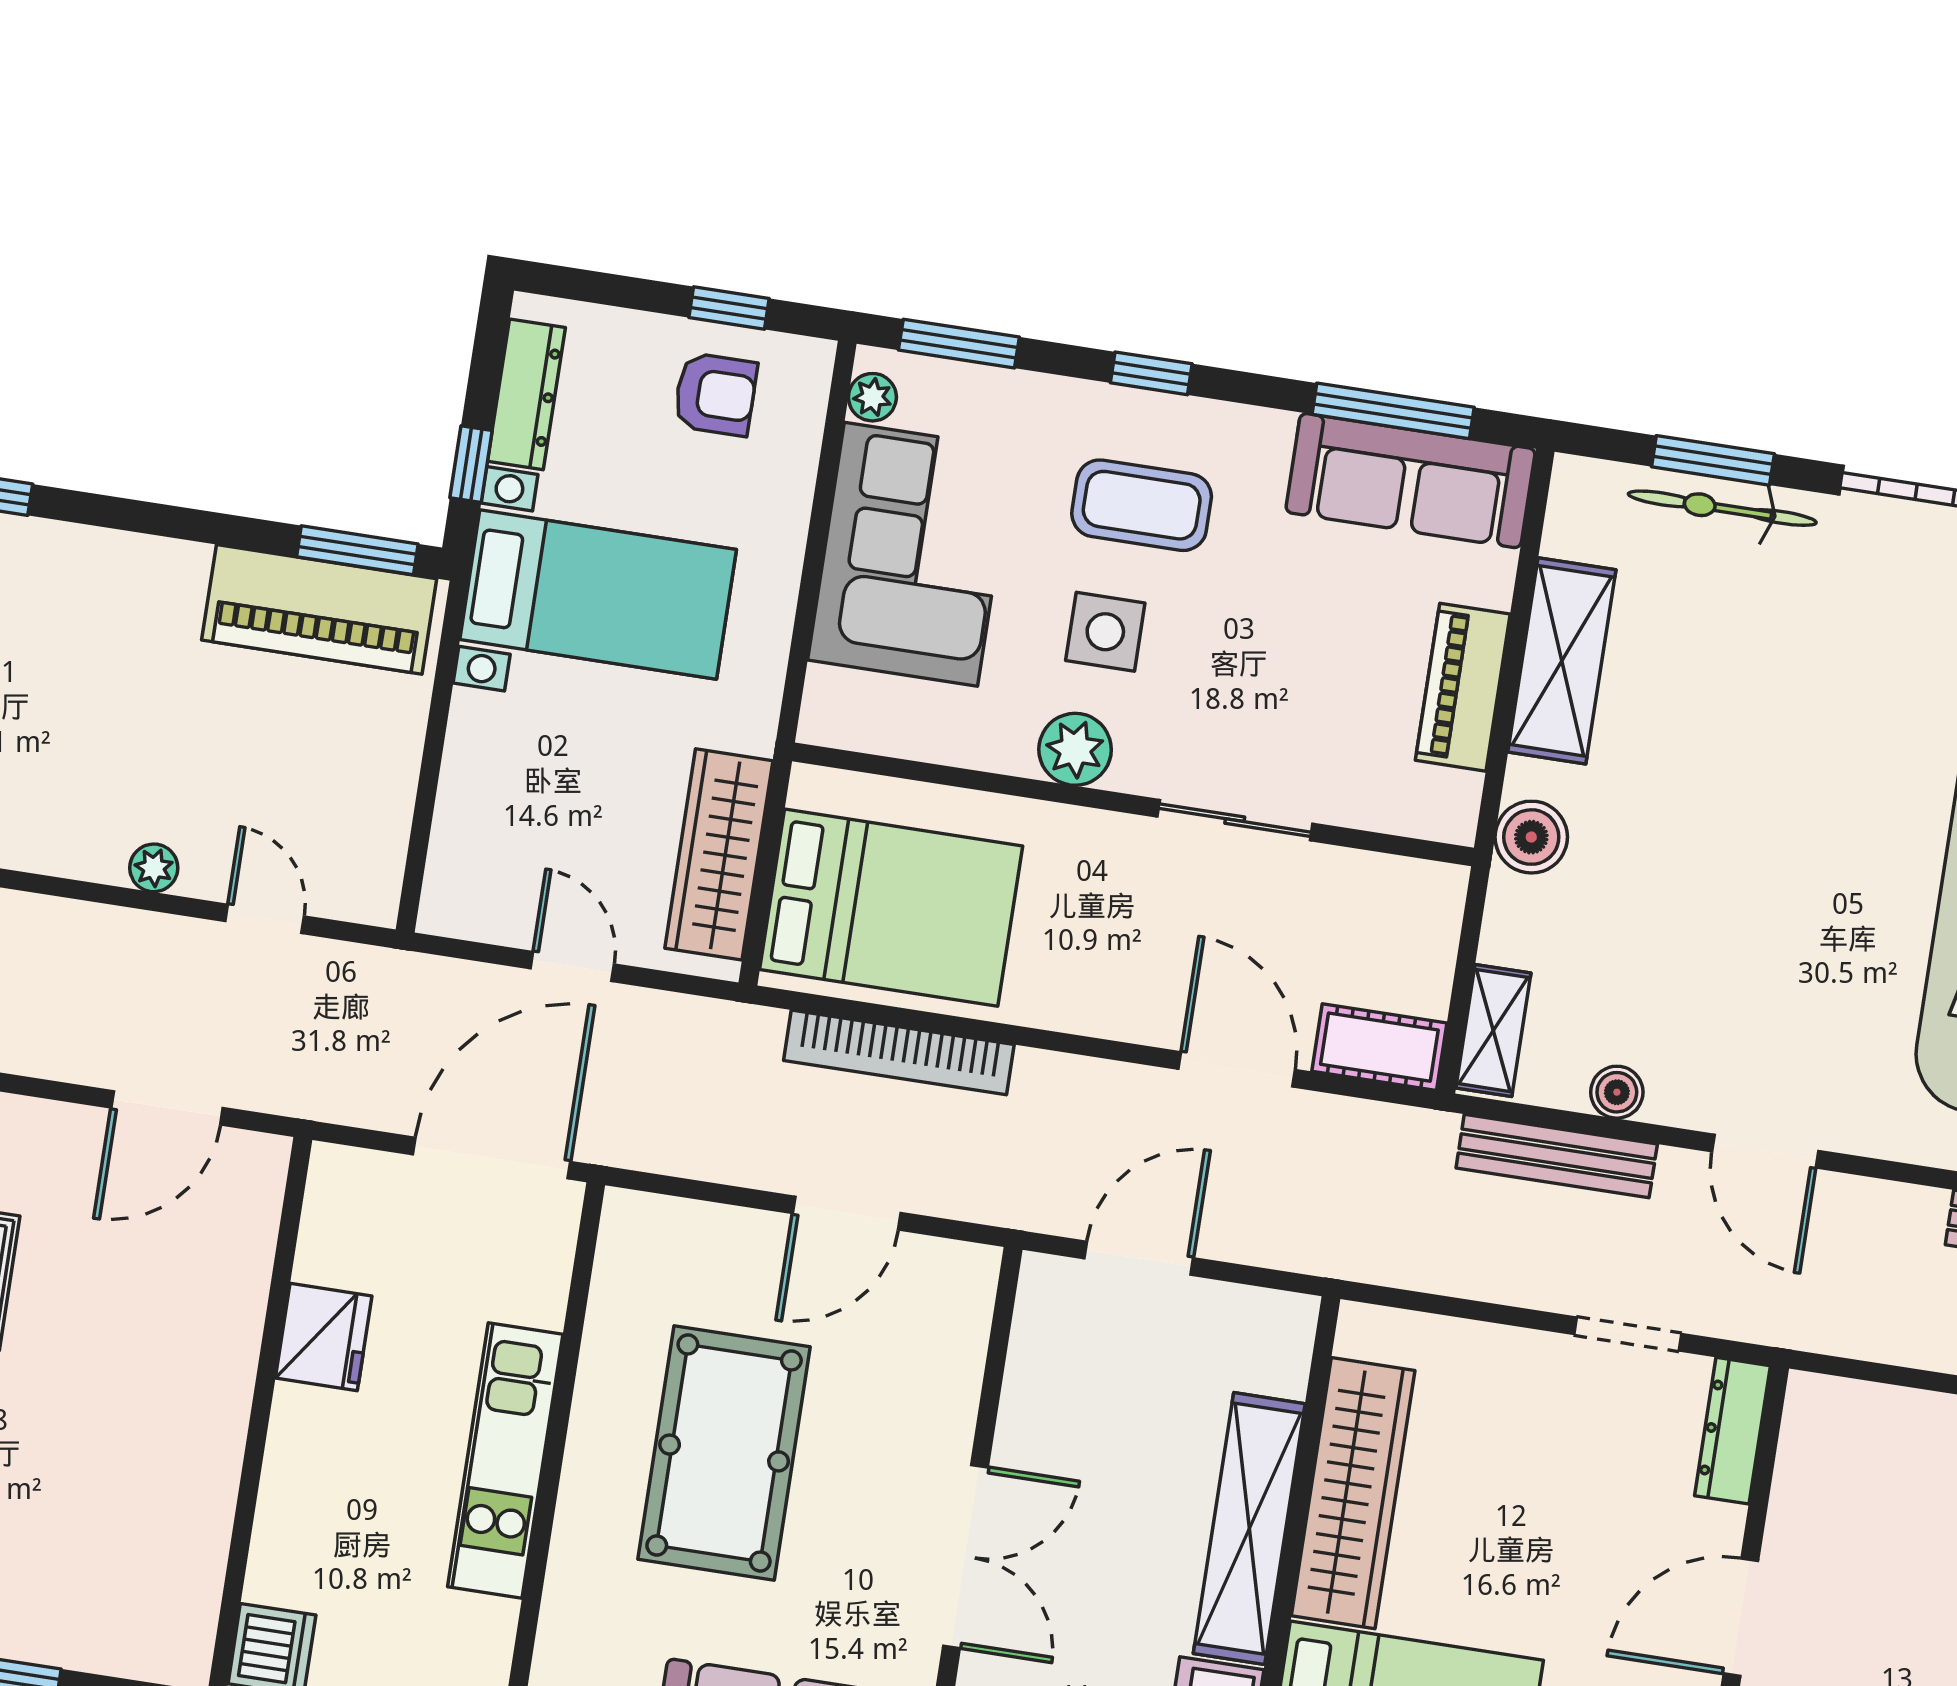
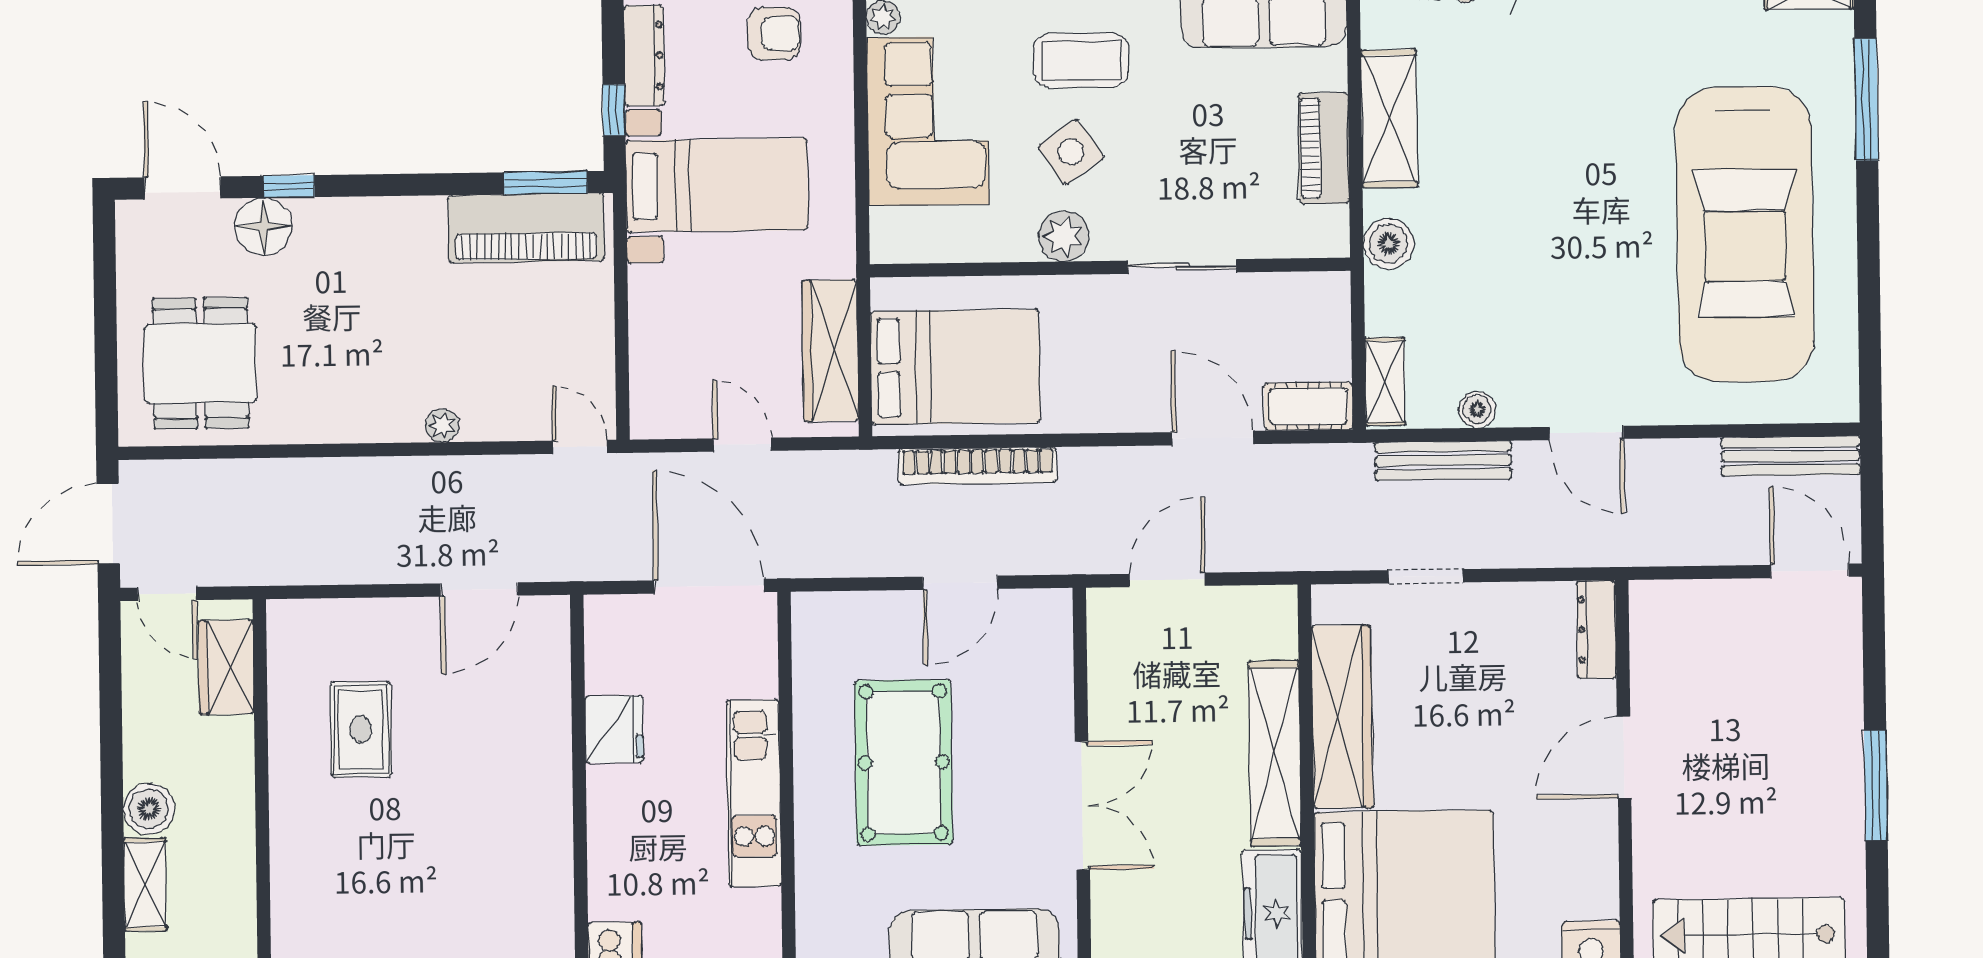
side table: (1105, 632) -> (1071, 152), turned -35
door: (265, 919) -> (580, 447), moved
door: (492, 1158) -> (709, 586), hinge flipped
doorway: (1628, 1334) -> (1426, 576), moved

